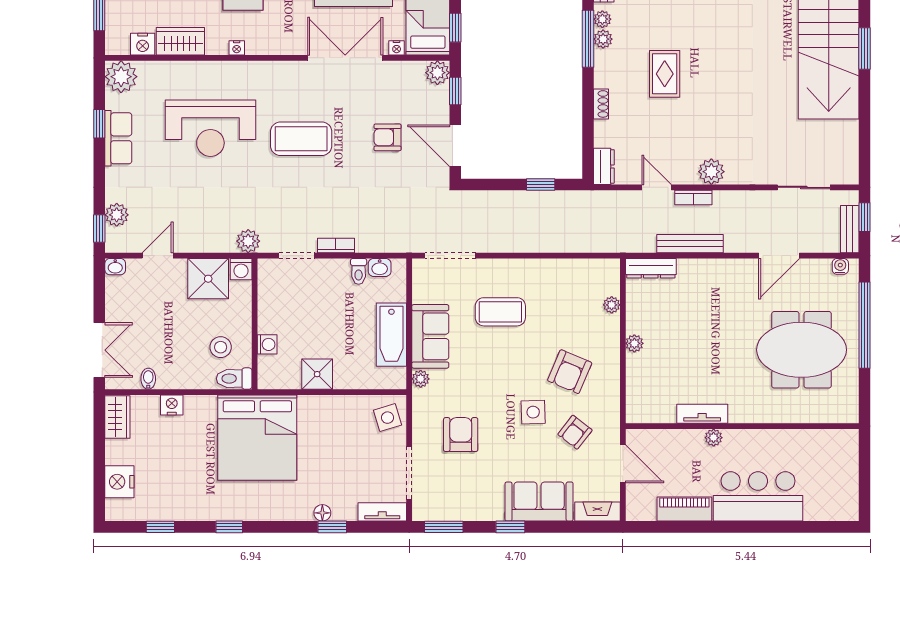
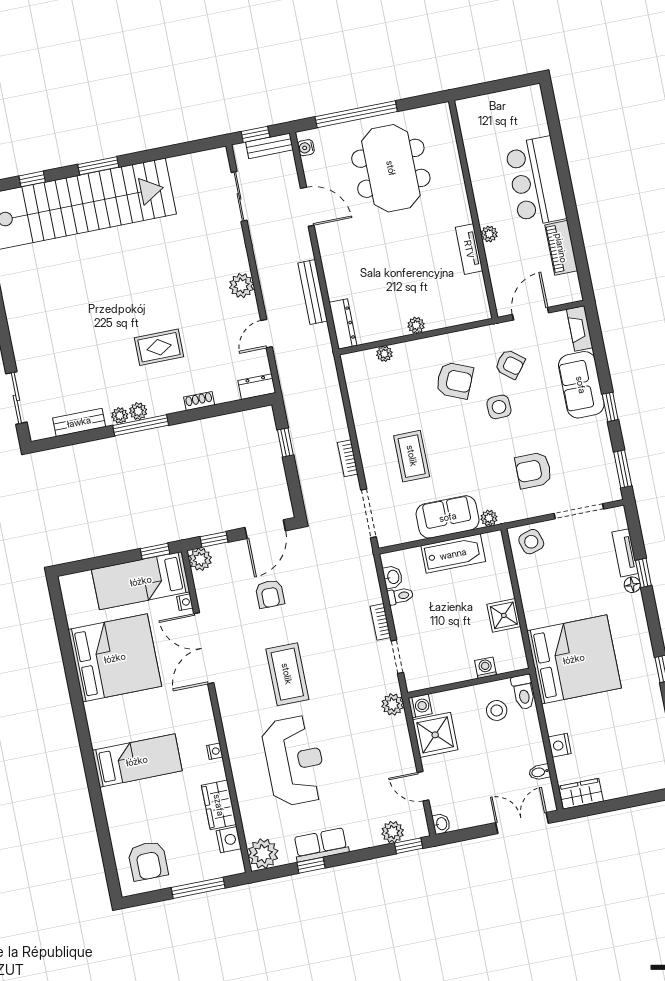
bookcase: (693, 198) -> (348, 458), moved, turned 180
nightstand: (119, 482) -> (641, 780), removed
tv unit: (382, 512) -> (625, 553), moved

